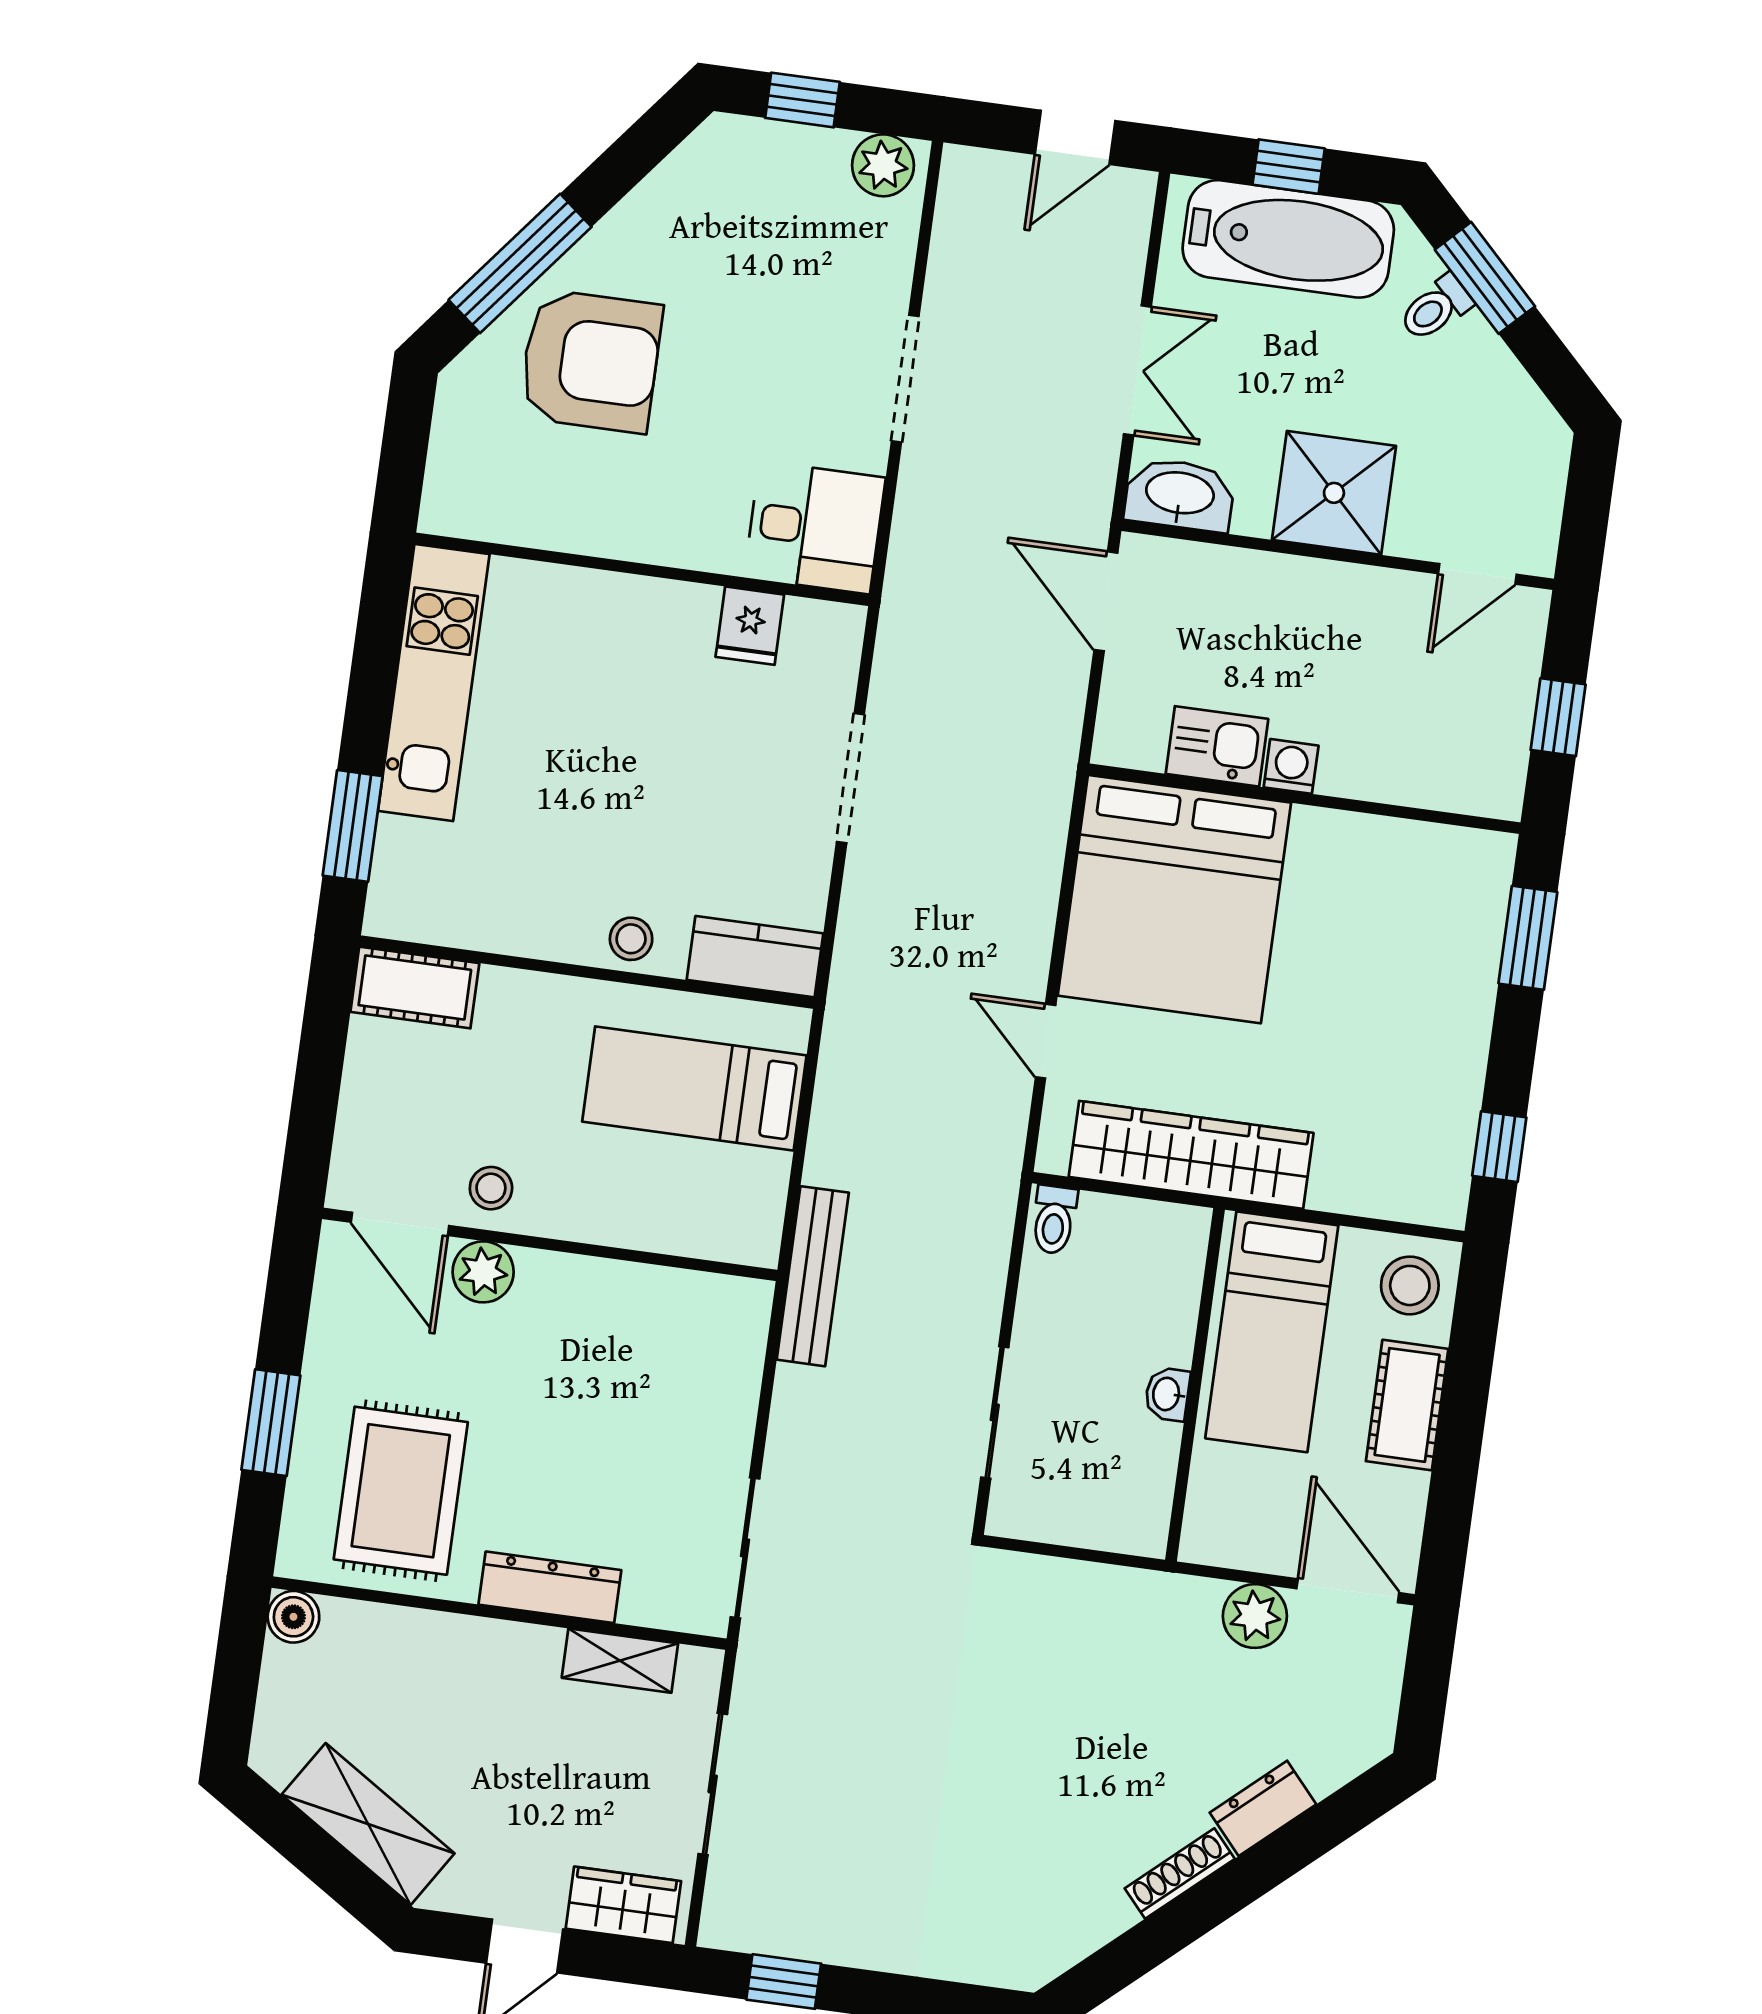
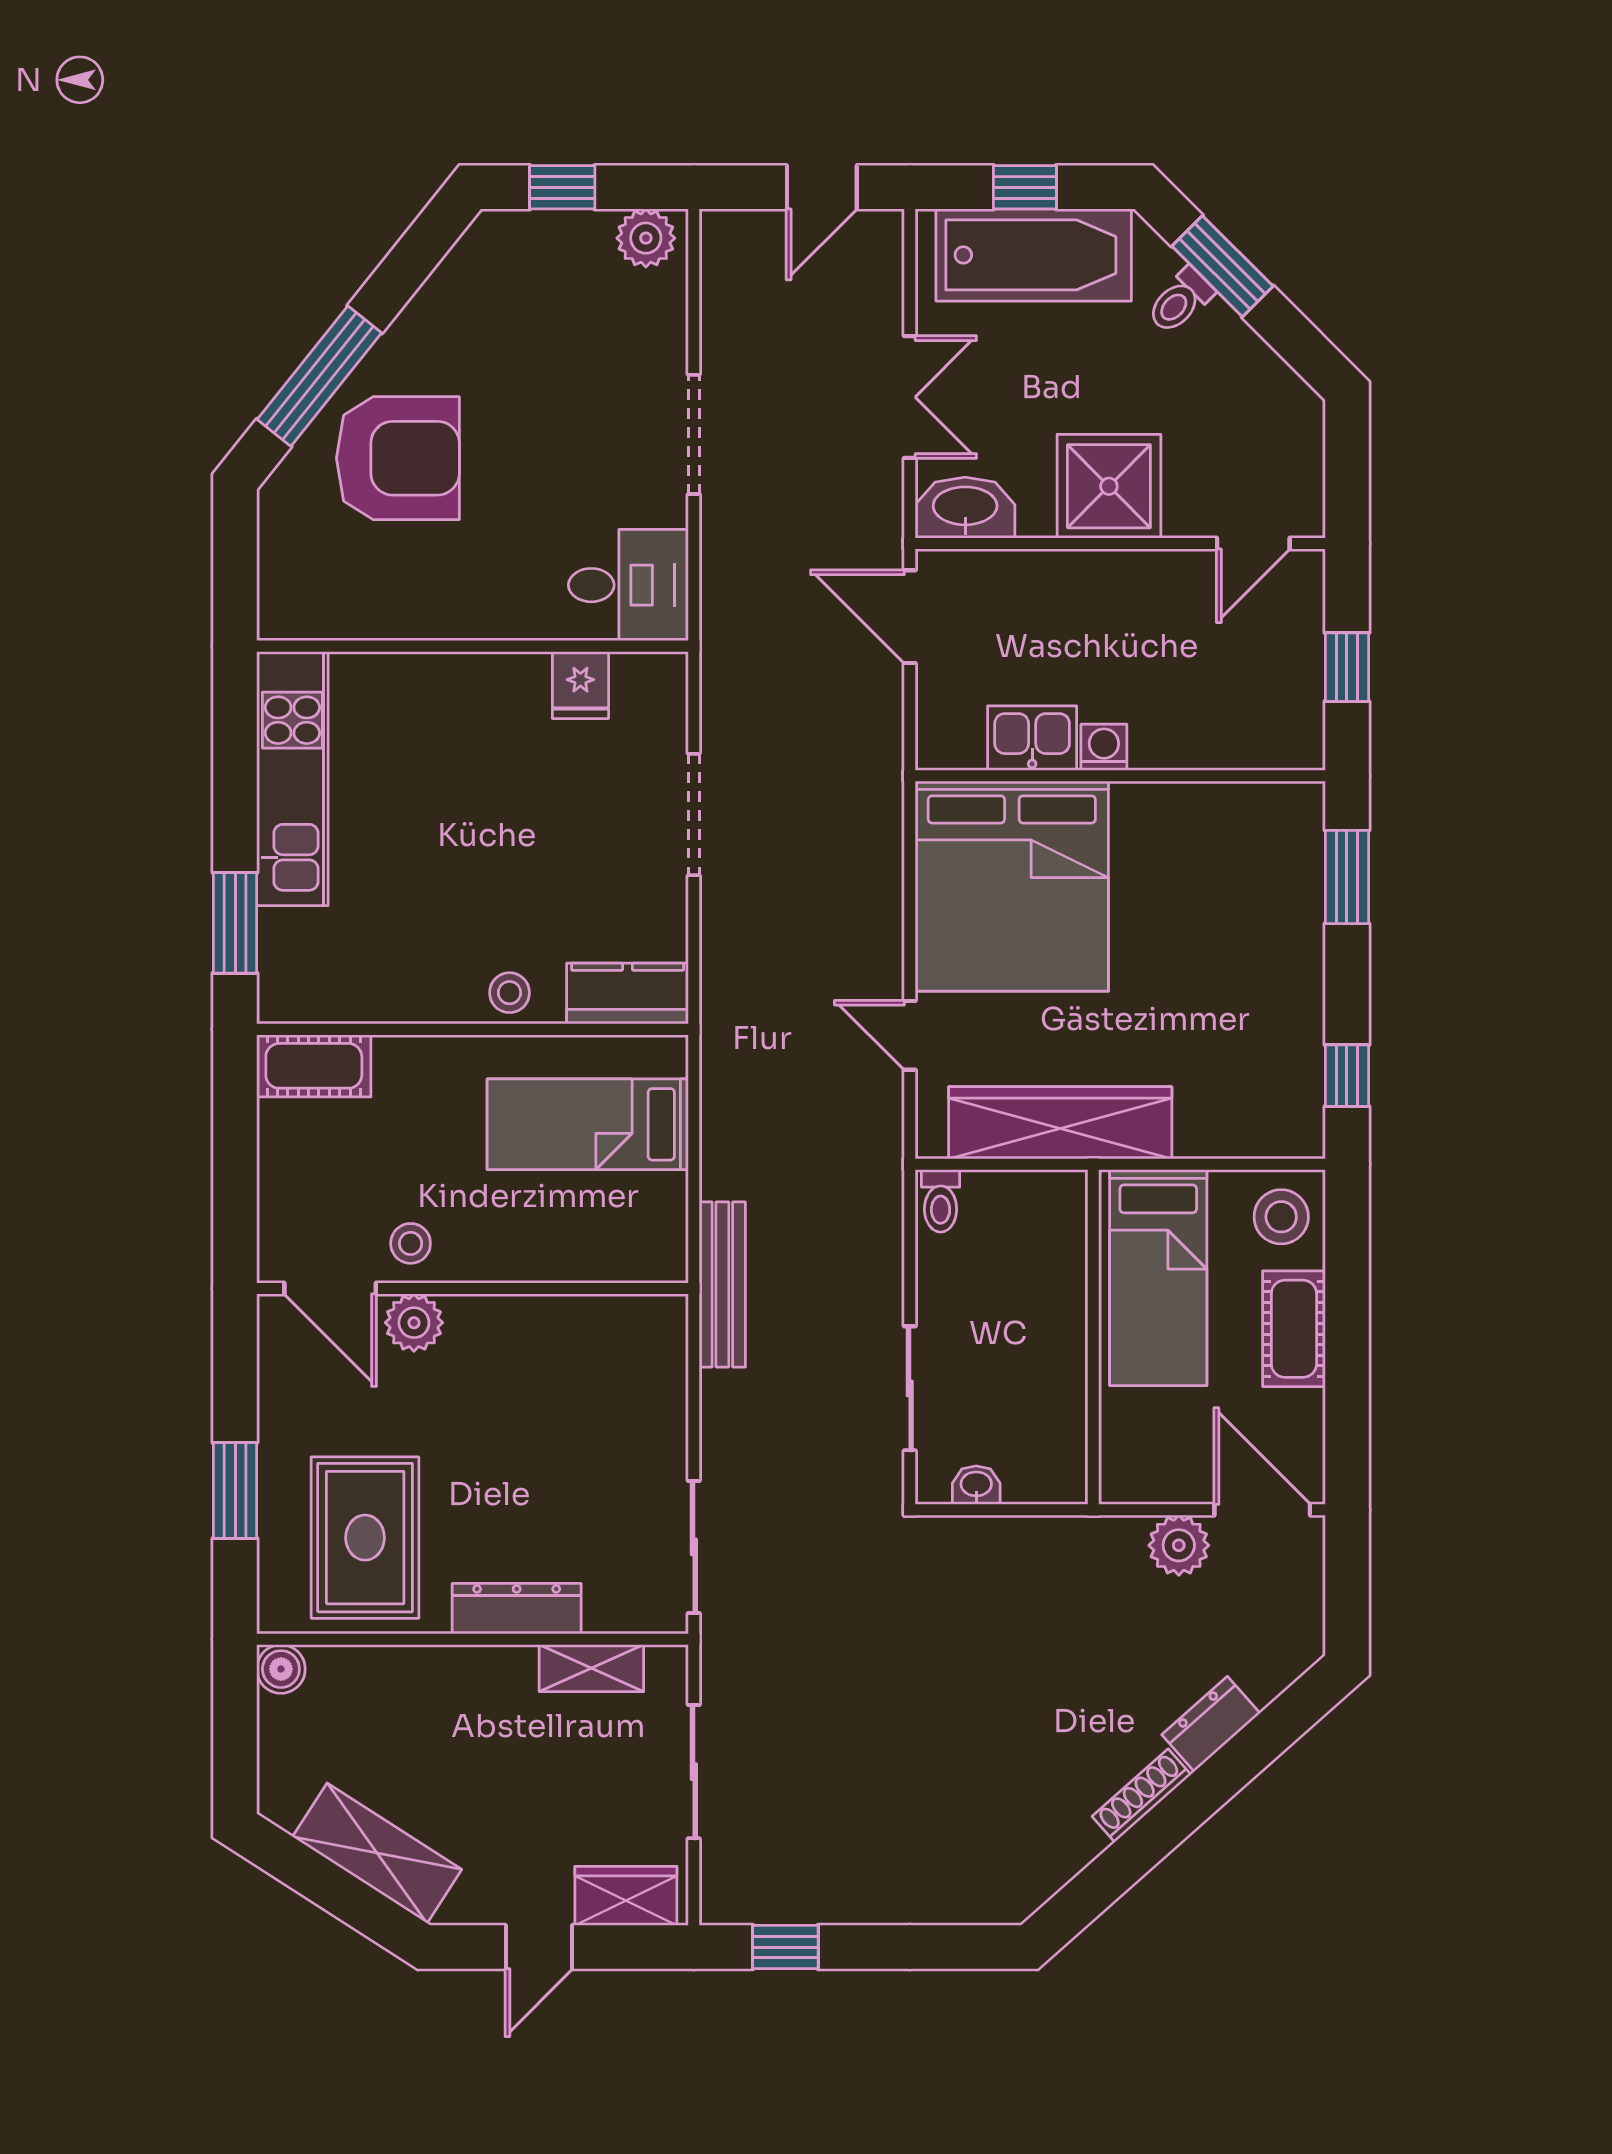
washbasin: (1167, 1394) -> (976, 1485), moved, turned 90

